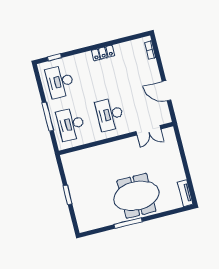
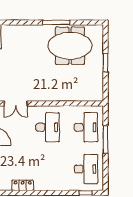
locker: (103, 53) -> (23, 185), moved
double door: (148, 130) -> (16, 103), swing flipped
meeting table: (136, 196) -> (70, 46), moved

